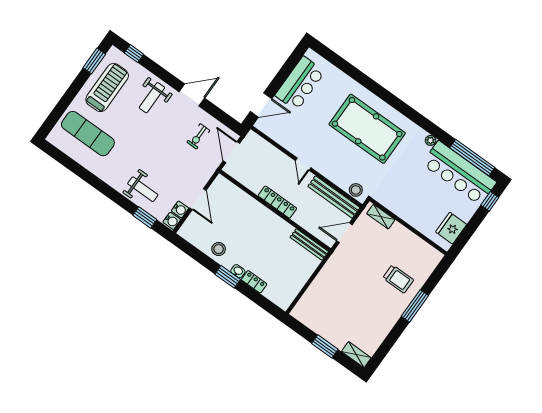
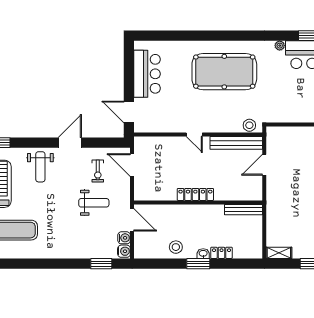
door: (261, 105) -> (129, 112), swing flipped
weight bench: (143, 189) -> (94, 203), moved
locker: (277, 202) -> (195, 194), moved
wall: (275, 211) -> (198, 202), moved
shelving: (381, 217) -> (279, 253), moved
bench: (309, 244) -> (244, 210), moved

